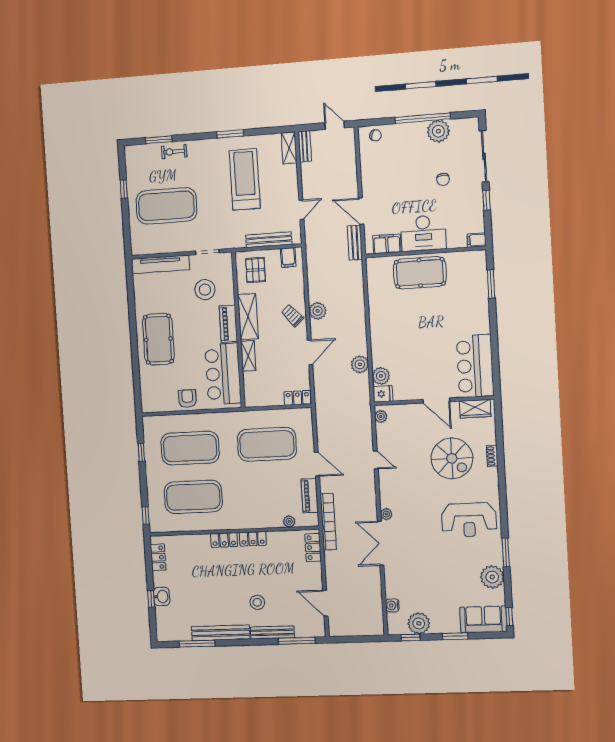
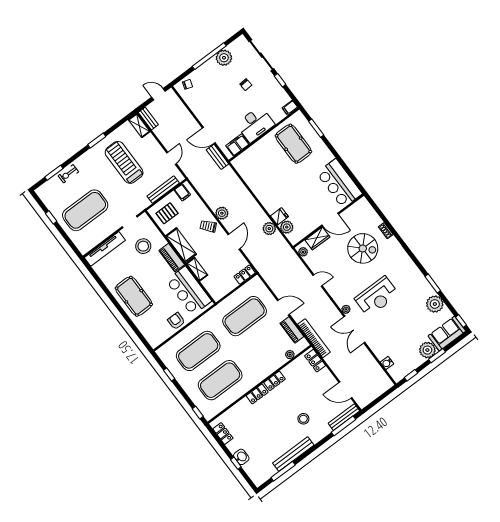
pallet: (256, 270) -> (167, 213), turned 90
pool table: (420, 273) -> (293, 144), moved, turned 90
fridge: (383, 394) -> (279, 216), moved
wardrobe: (475, 409) -> (317, 238), moved
reception desk: (469, 520) -> (377, 297), moved
plant: (419, 623) -> (427, 350), moved
bench: (272, 632) -> (344, 417), moved

